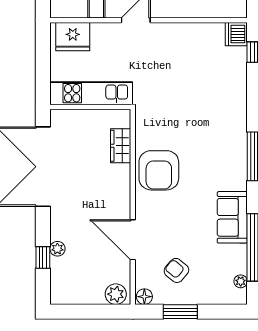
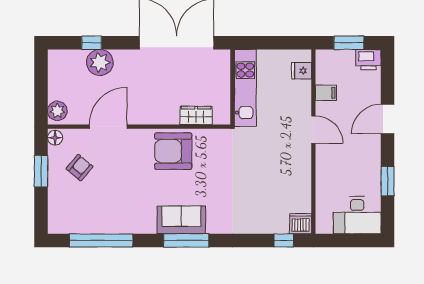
fridge: (73, 37) -> (302, 71), width x0.53, depth x0.75
sofa: (232, 217) -> (181, 220), moved
plant: (57, 249) -> (100, 62), width x1.88, depth x1.88
plant: (241, 281) -> (69, 228), removed

